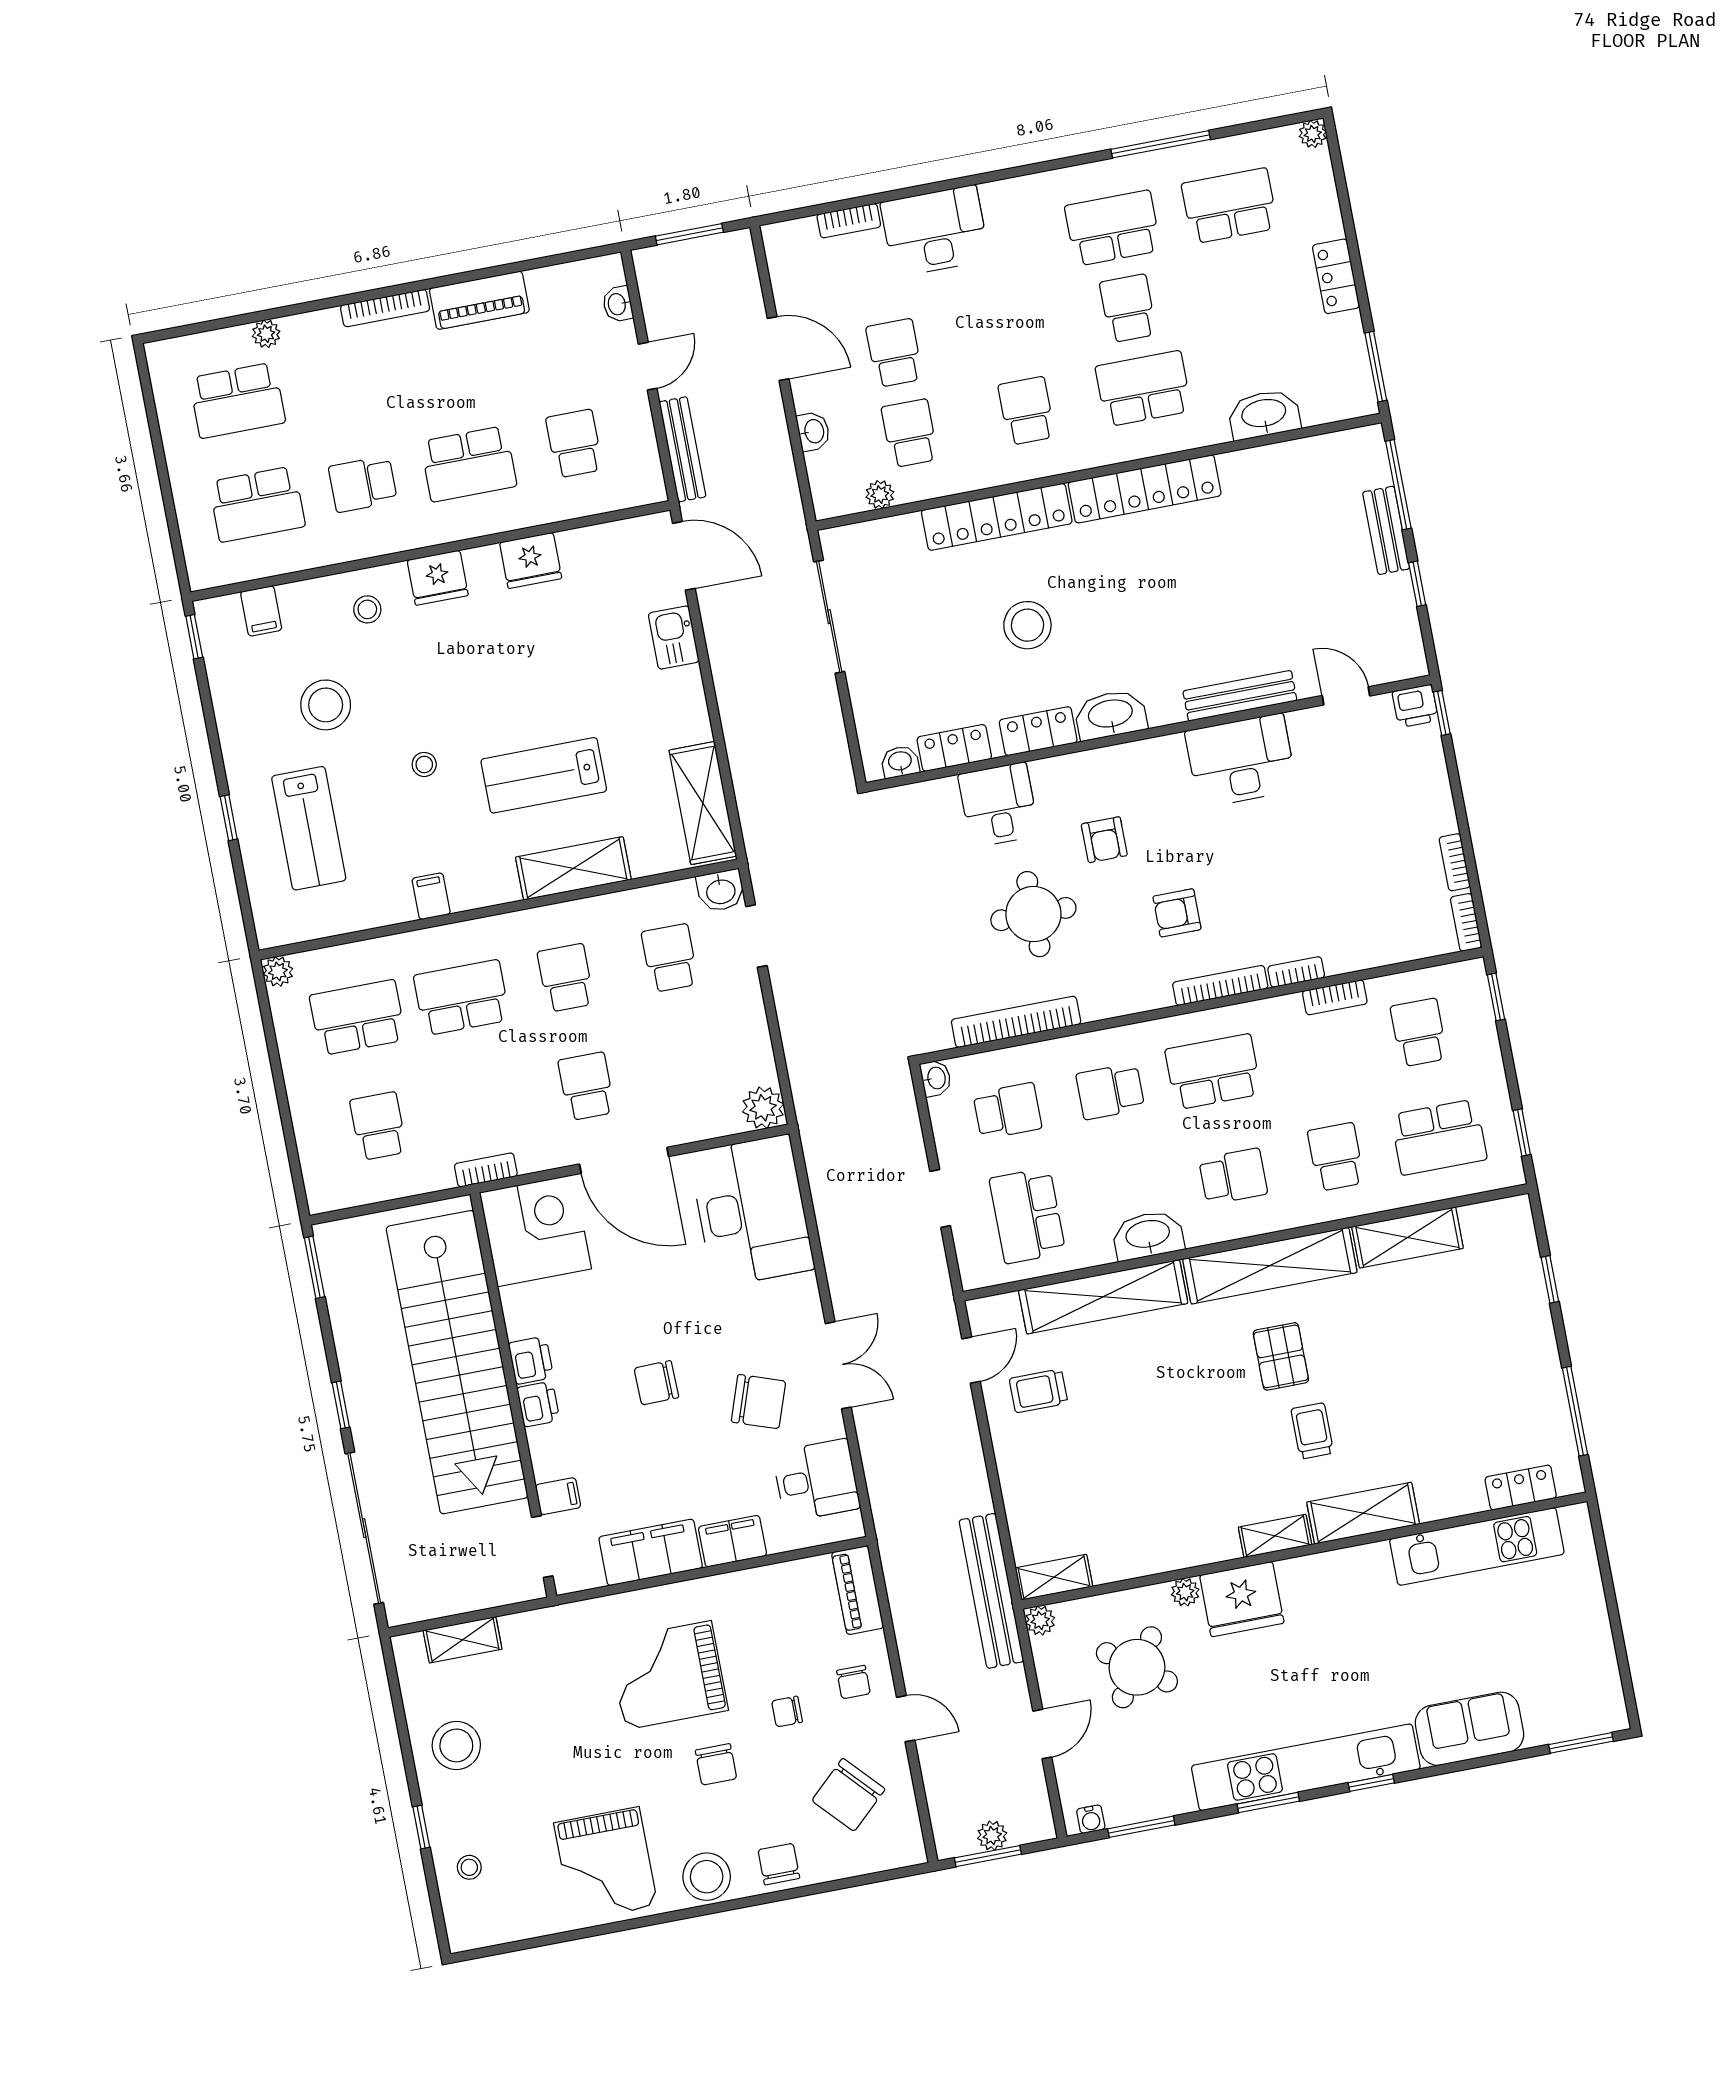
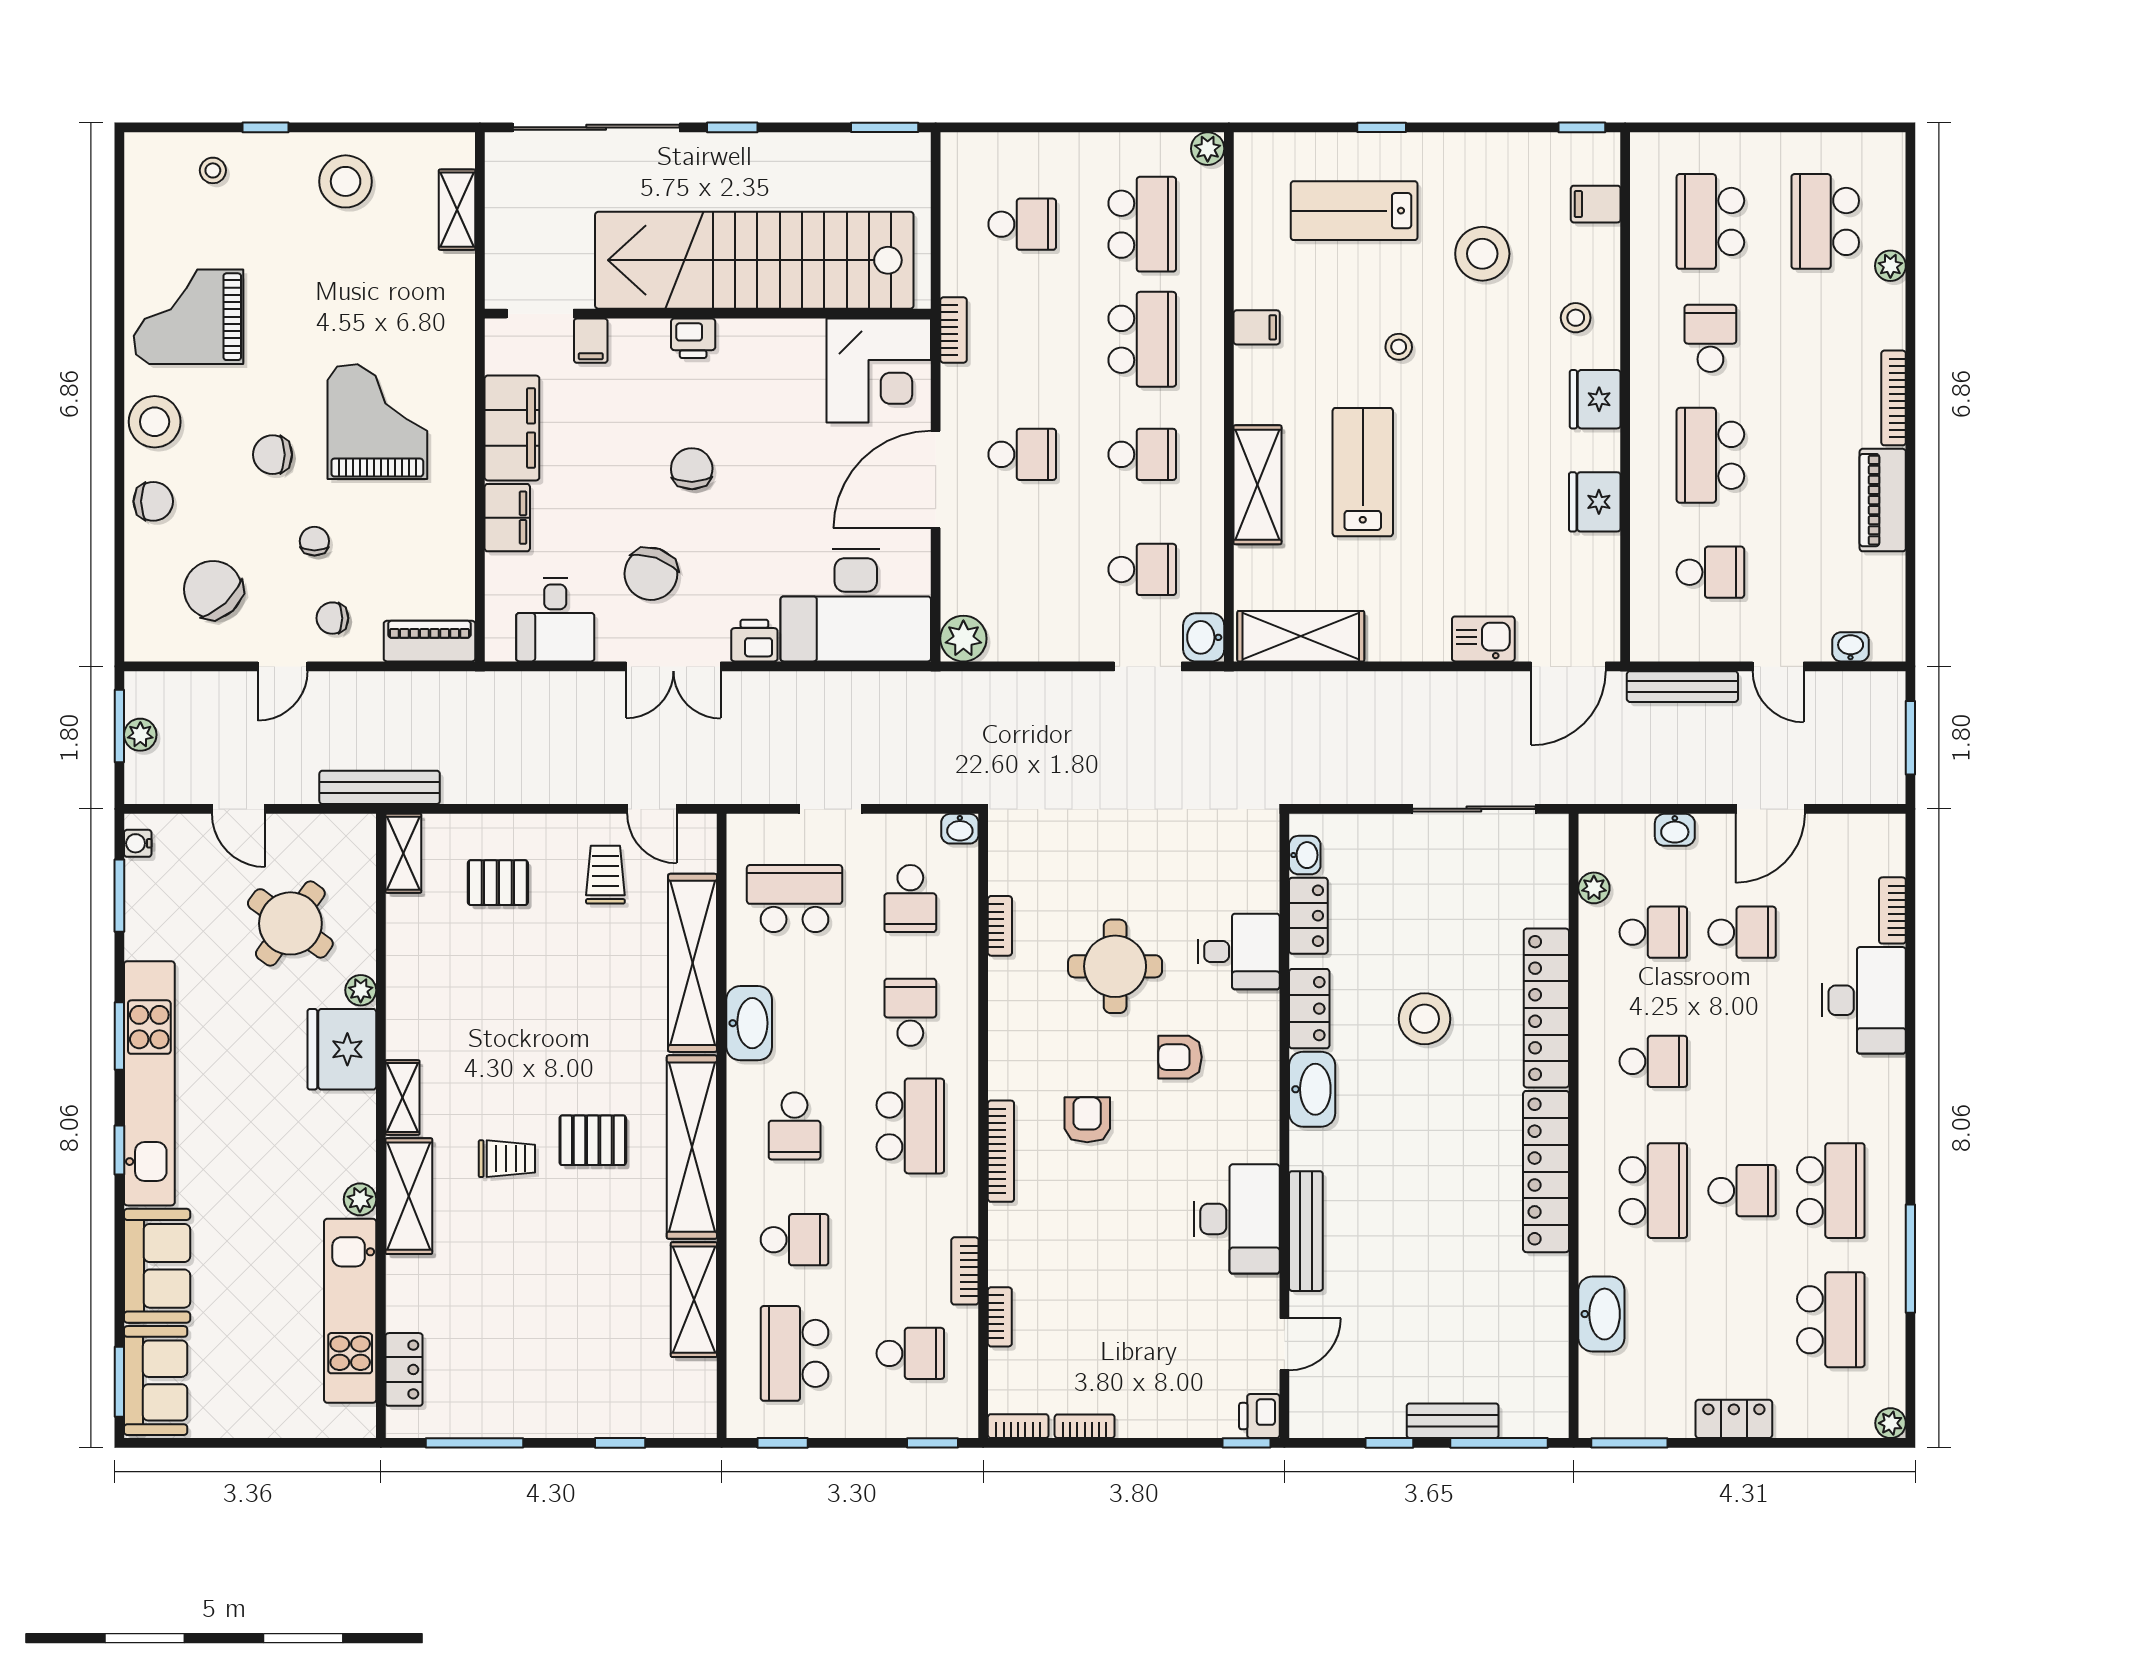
bookcase: (1296, 972) -> (1000, 1317), moved
bookcase: (1016, 1022) -> (1000, 926), width x0.43, depth x0.76
printer: (531, 1360) -> (754, 641), moved, turned 180
pallet: (1064, 1487) -> (498, 883), added
bench: (991, 1591) -> (380, 787), width x0.73, depth x0.82
plant: (1040, 1620) -> (360, 1199), moved
sofa: (1574, 1710) -> (156, 1381), added

